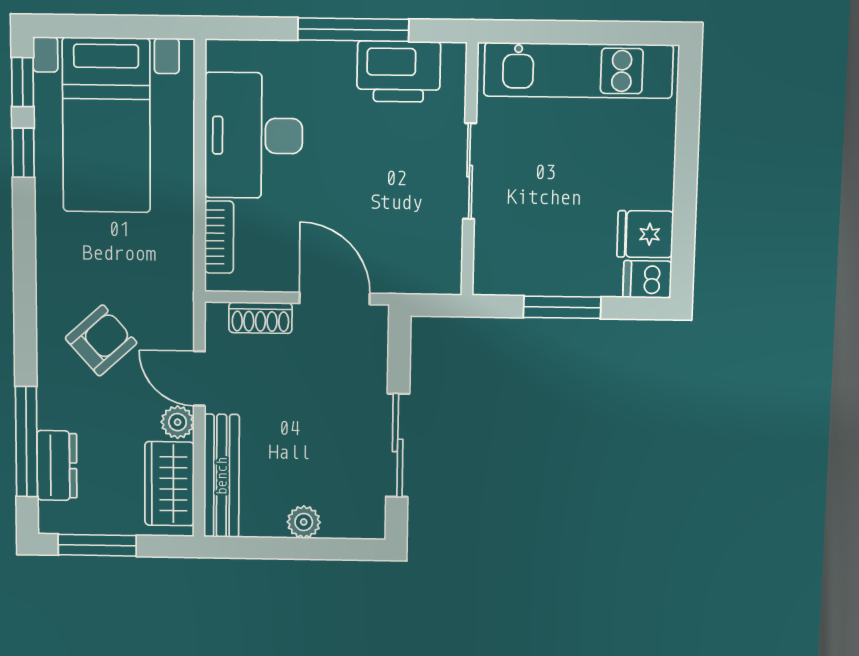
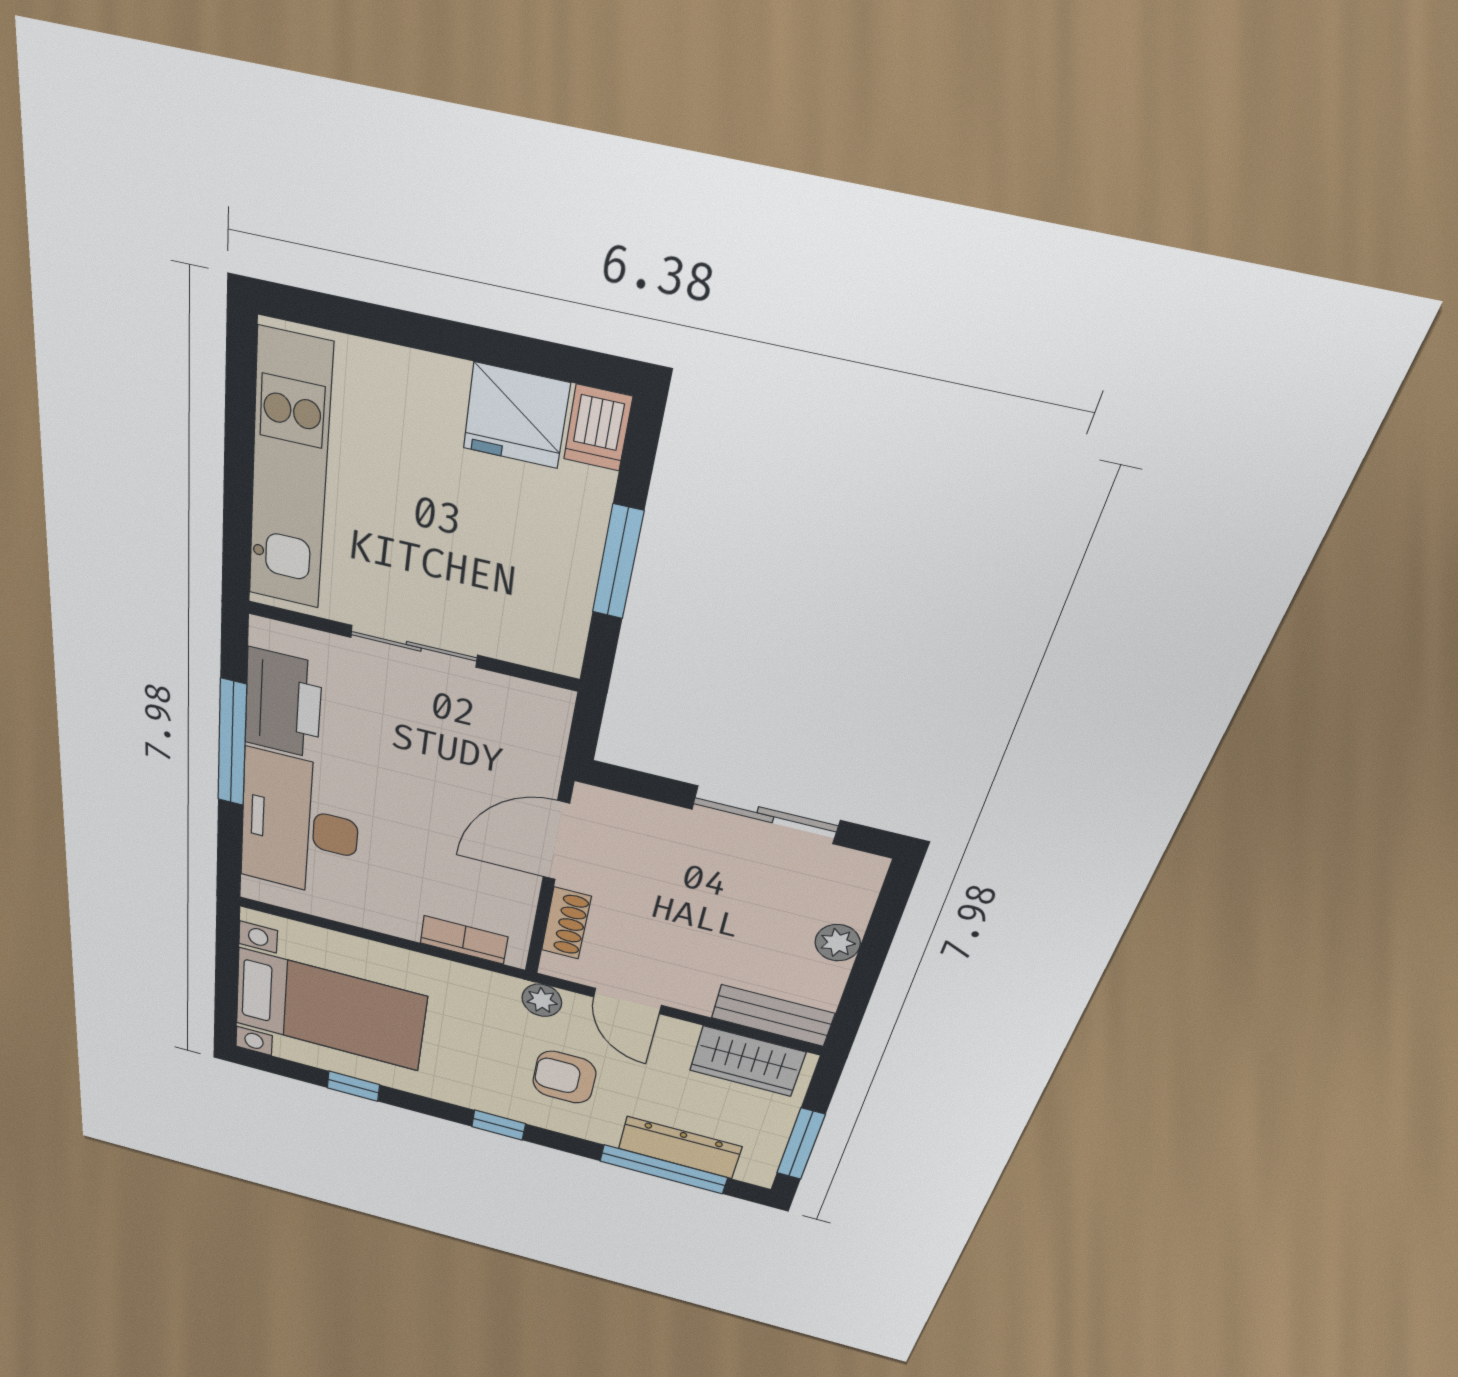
window: (23, 82) -> (499, 1125), moved
desk: (254, 136) -> (300, 826), moved, turned 90
fridge: (645, 234) -> (516, 416), width x1.38
armchair: (101, 340) -> (564, 1077), turned -48
door: (199, 379) -> (627, 1001), hinge flipped
plant: (178, 422) -> (542, 1000), moved
dresser: (57, 466) -> (680, 1148), width x1.44
bench: (222, 476) -> (773, 1015), width x0.73

